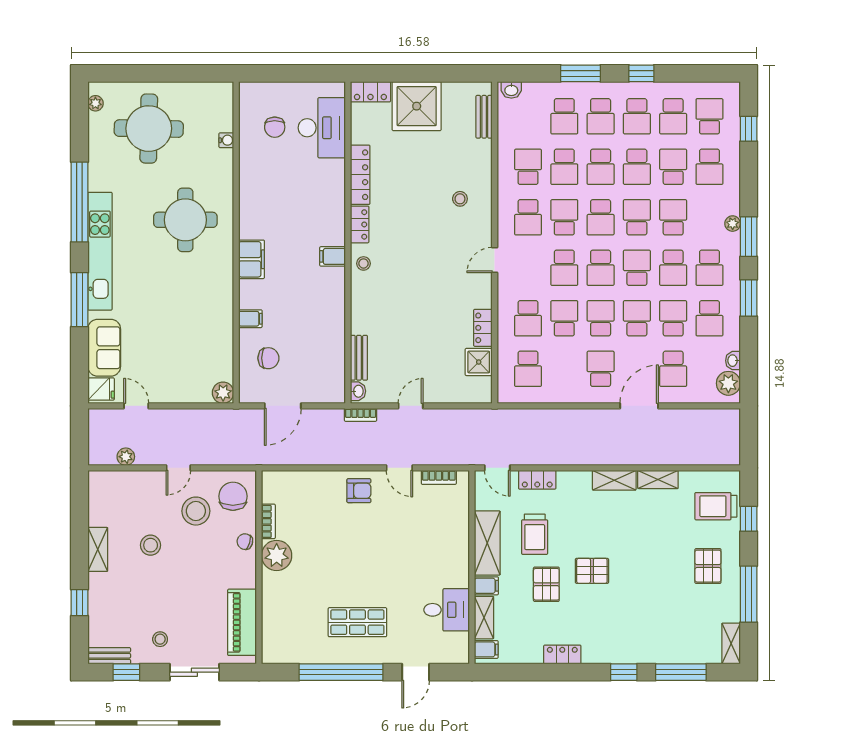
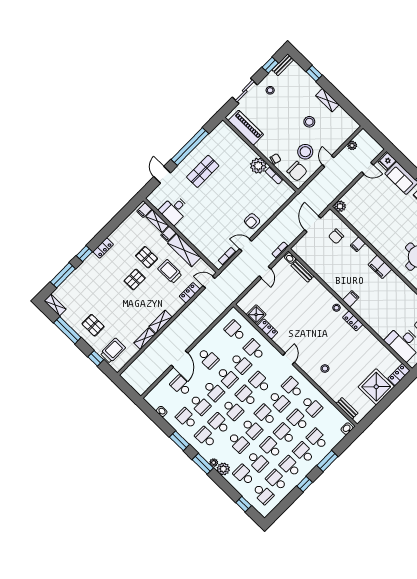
locker: (360, 175) -> (371, 340), removed
plant: (728, 383) -> (223, 469), moved
locker: (562, 655) -> (103, 248), moved

